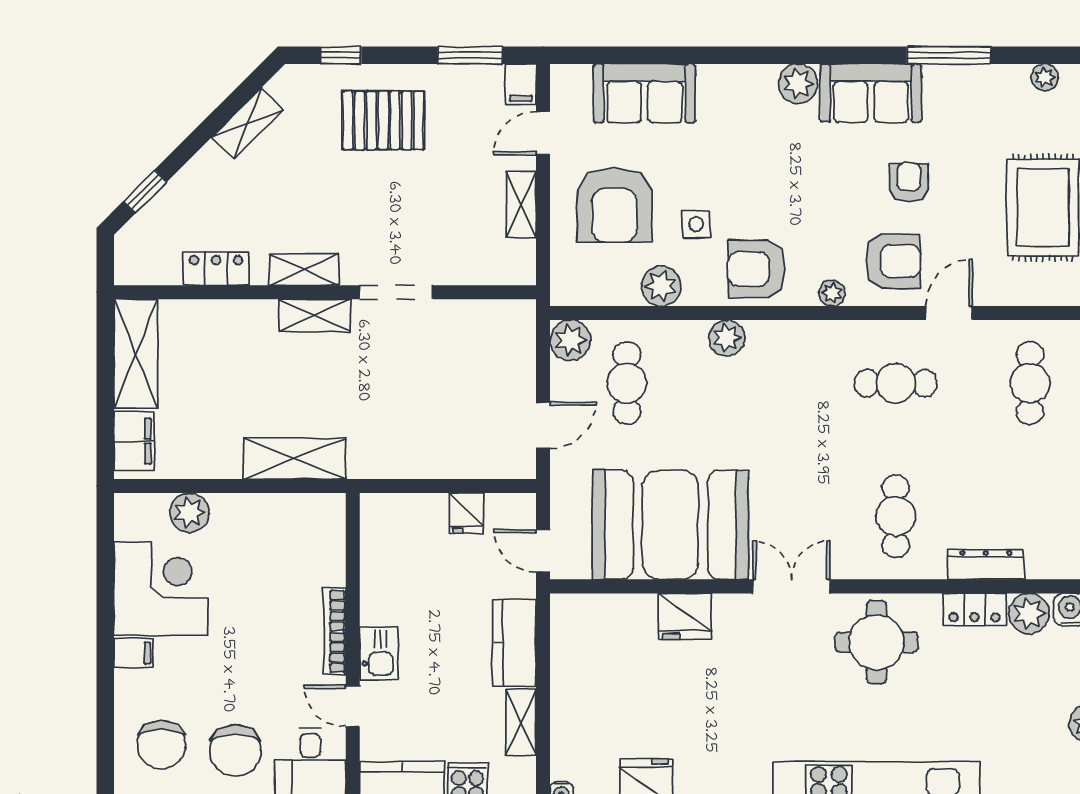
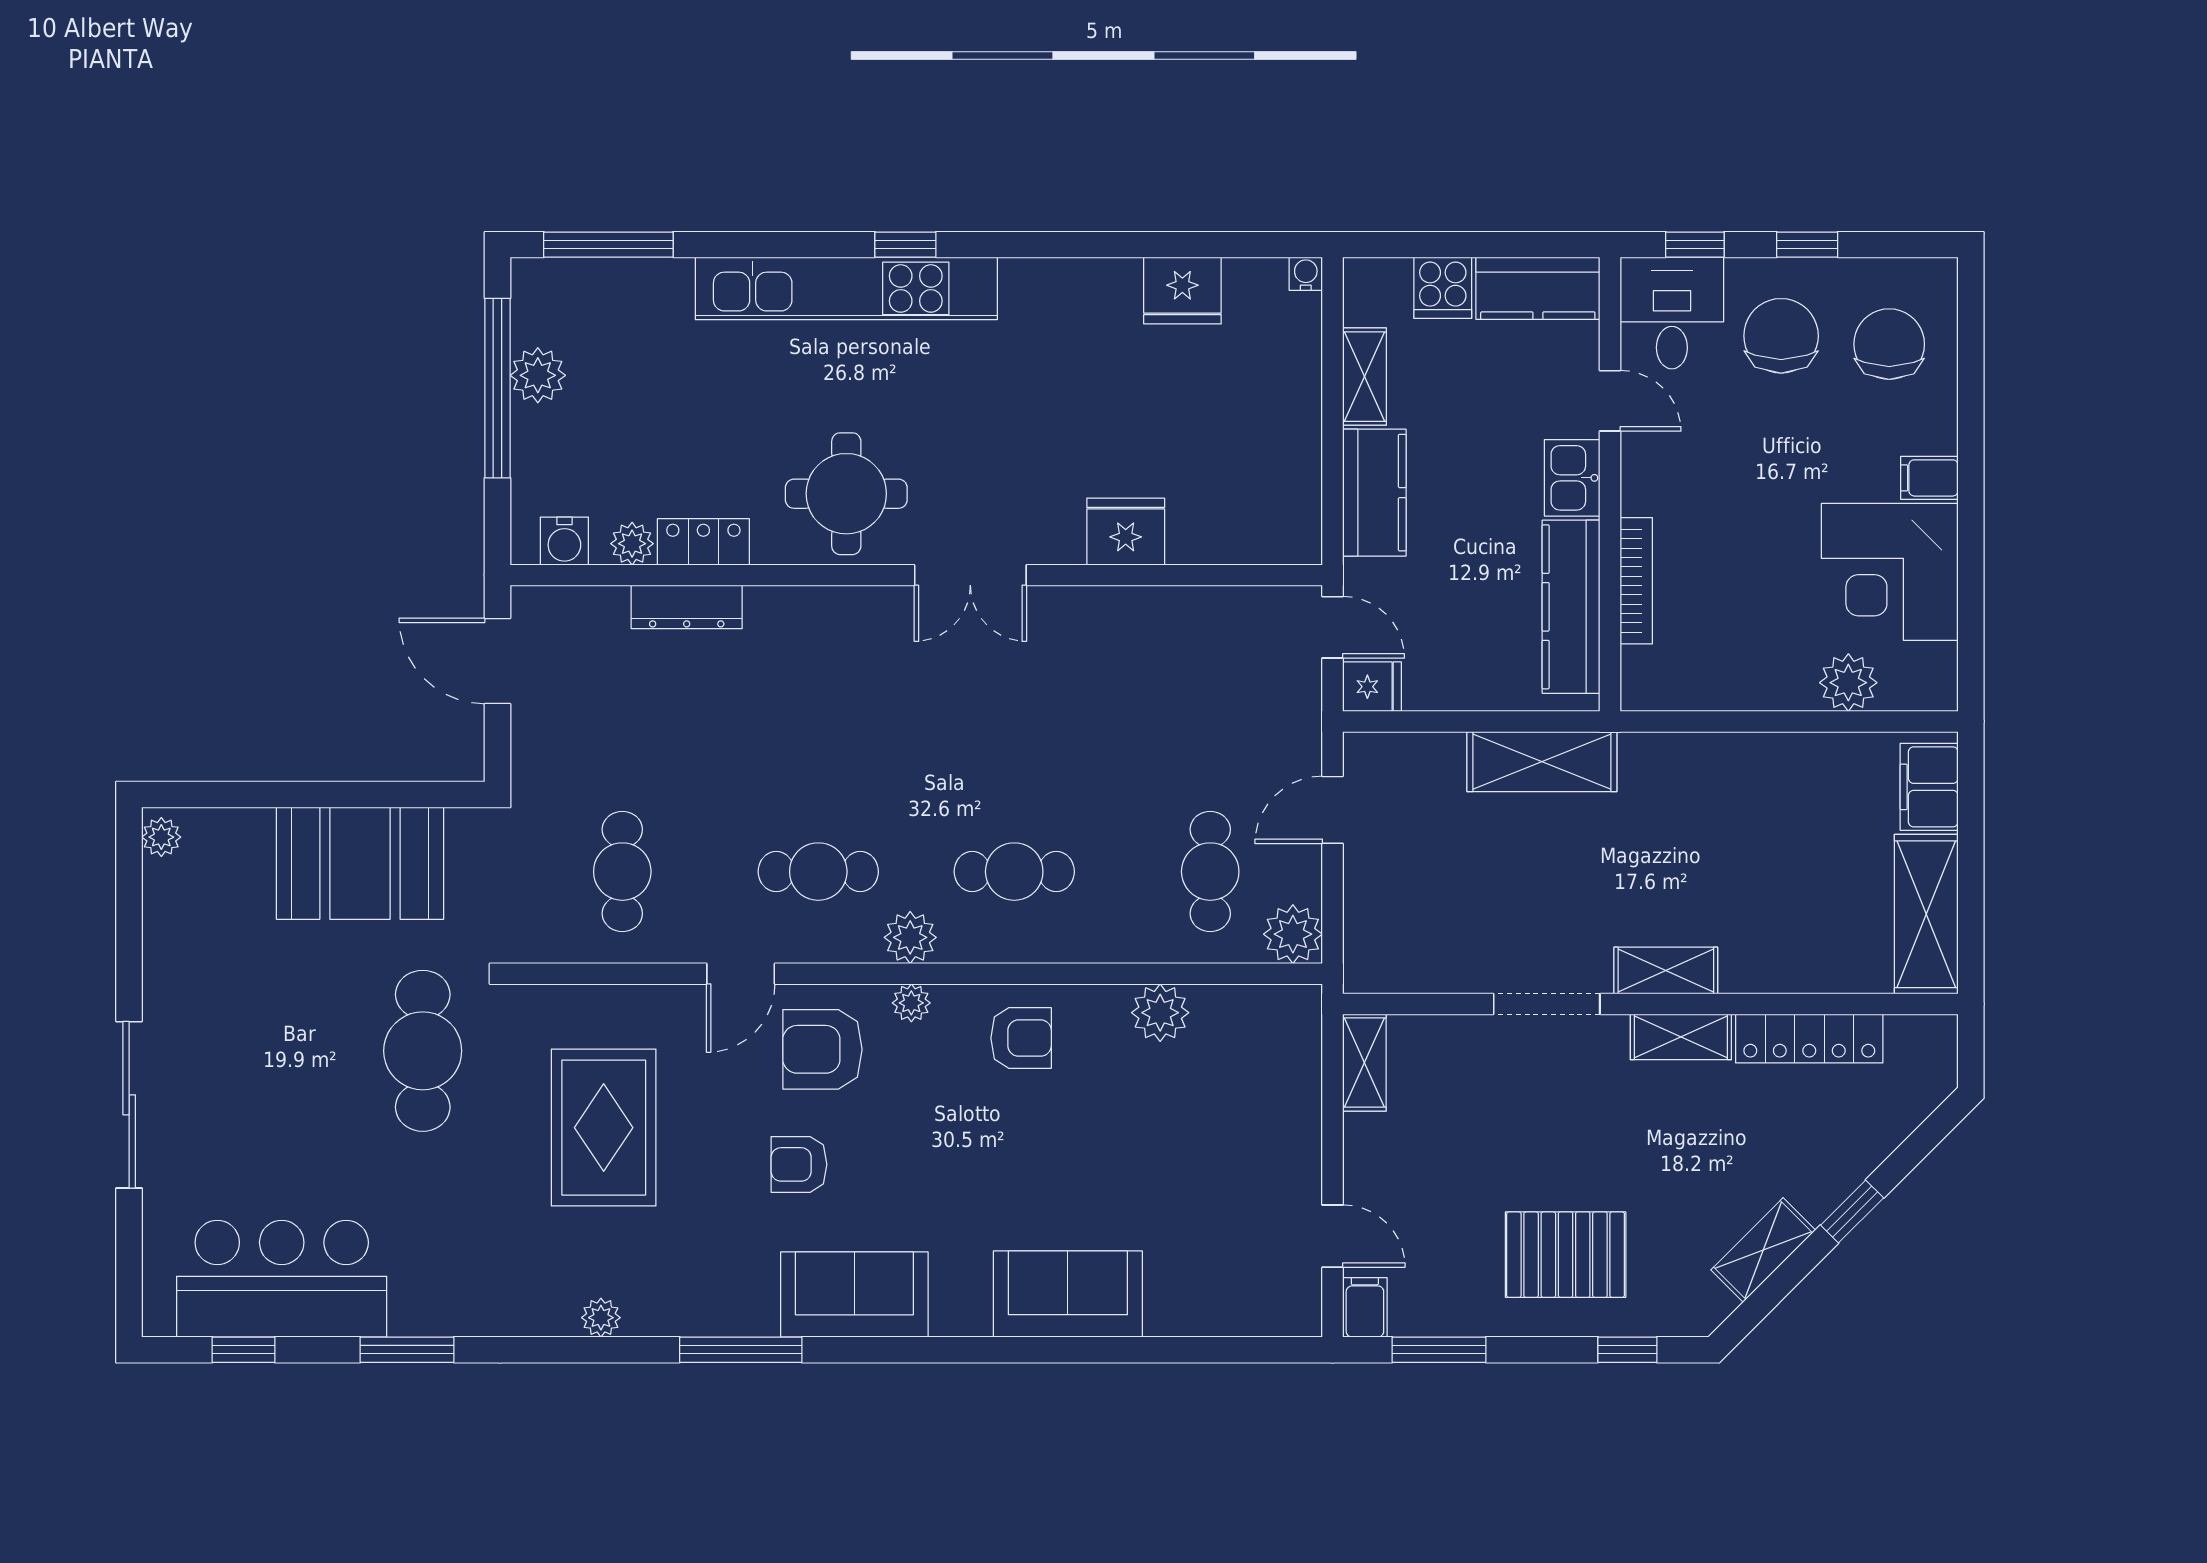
plant: (798, 84) -> (961, 1308), removed
sofa: (644, 93) -> (1068, 1294), moved
door: (543, 133) -> (1333, 1236), hinge flipped
armchair: (909, 182) -> (799, 1164), turned 90
window: (145, 192) -> (1852, 1212), moved
shelving: (521, 205) -> (1364, 1063), moved
armchair: (614, 205) -> (1228, 1131), removed
side table: (696, 224) -> (1109, 1103), removed
locker: (216, 269) -> (1809, 1039), width x1.53
armchair: (757, 269) -> (1021, 1038), width x0.72, depth x0.72
plant: (727, 338) -> (910, 937), moved
shelving: (294, 459) -> (1542, 762), moved
fridge: (466, 513) -> (1372, 687), moved, turned 90
cafe table: (896, 516) -> (1014, 872), moved, turned 90
booth: (670, 525) -> (1147, 665), removed
kitchen counter: (379, 565) -> (1571, 607), added
plant: (1029, 614) -> (632, 544), width x0.73, depth x0.73
bookcase: (335, 632) -> (1636, 581), moved

